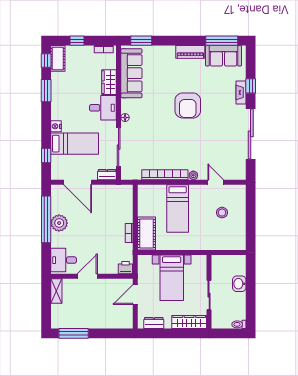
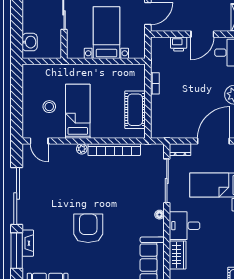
window: (251, 86) -> (17, 251), width x2.17
door: (78, 182) -> (213, 141), hinge flipped
door: (216, 182) -> (39, 141), moved
bed: (178, 209) -> (78, 111), moved
cot: (146, 233) -> (135, 110), moved
printer: (125, 268) -> (179, 44), moved
washbasin: (239, 284) -> (30, 42), moved

